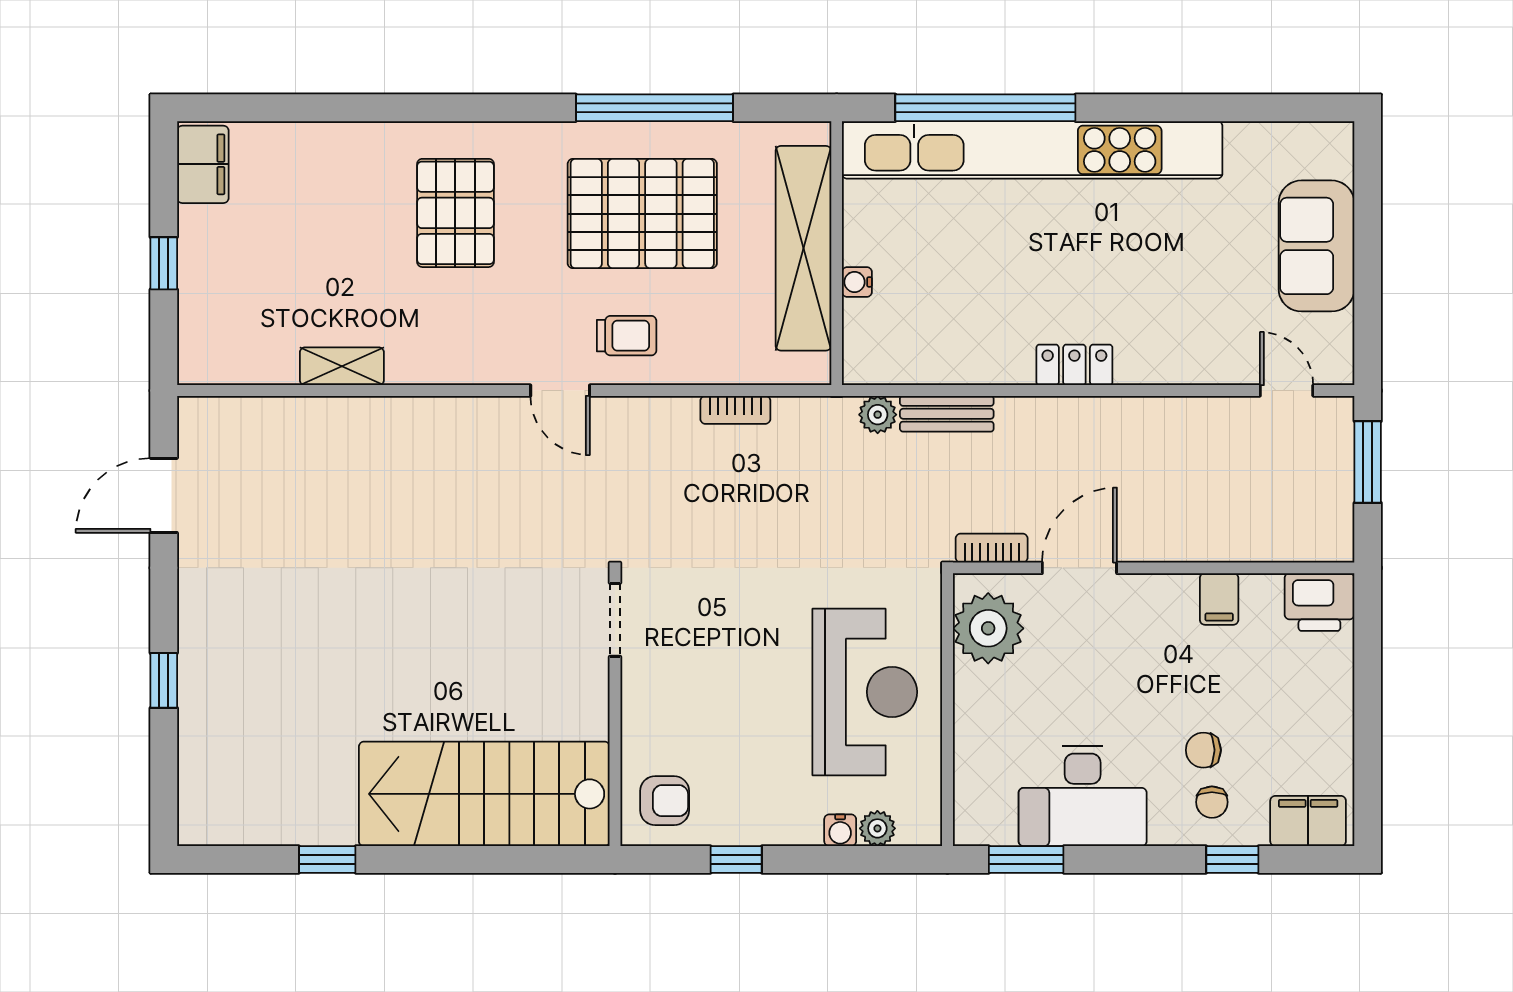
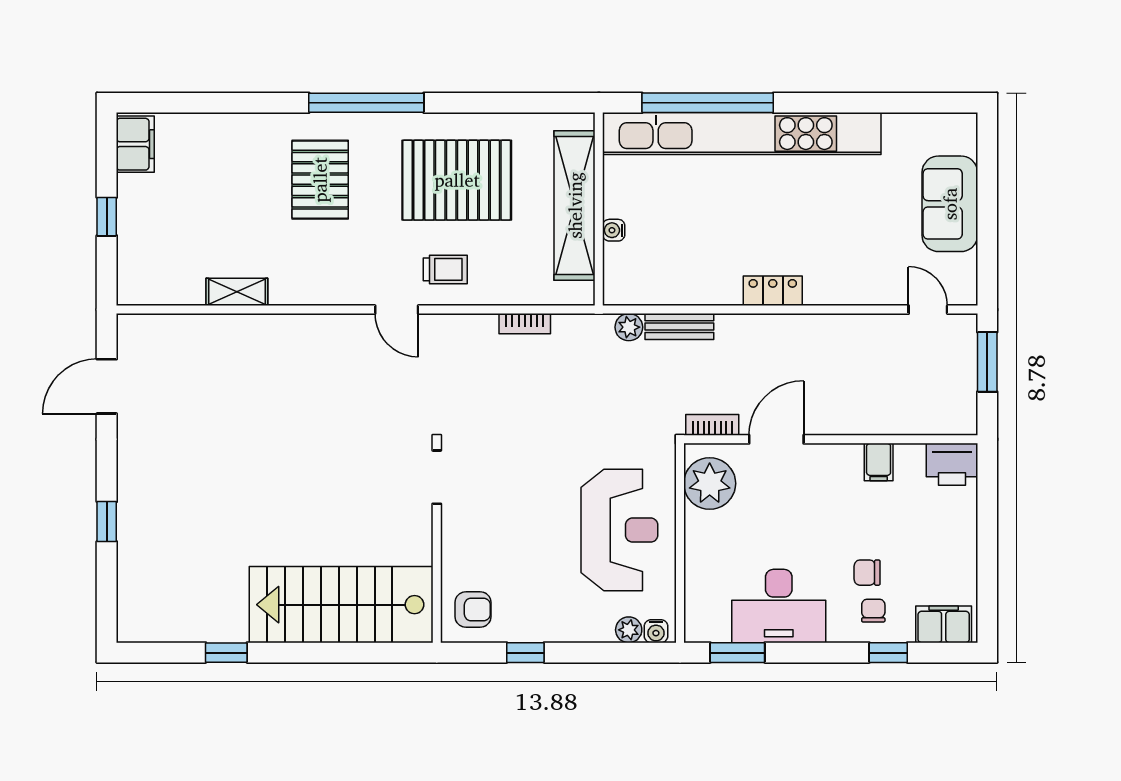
window: (655, 108) -> (366, 103), moved
chair: (1212, 802) -> (873, 611), turned 180
water cooler: (840, 830) -> (656, 631), moved

